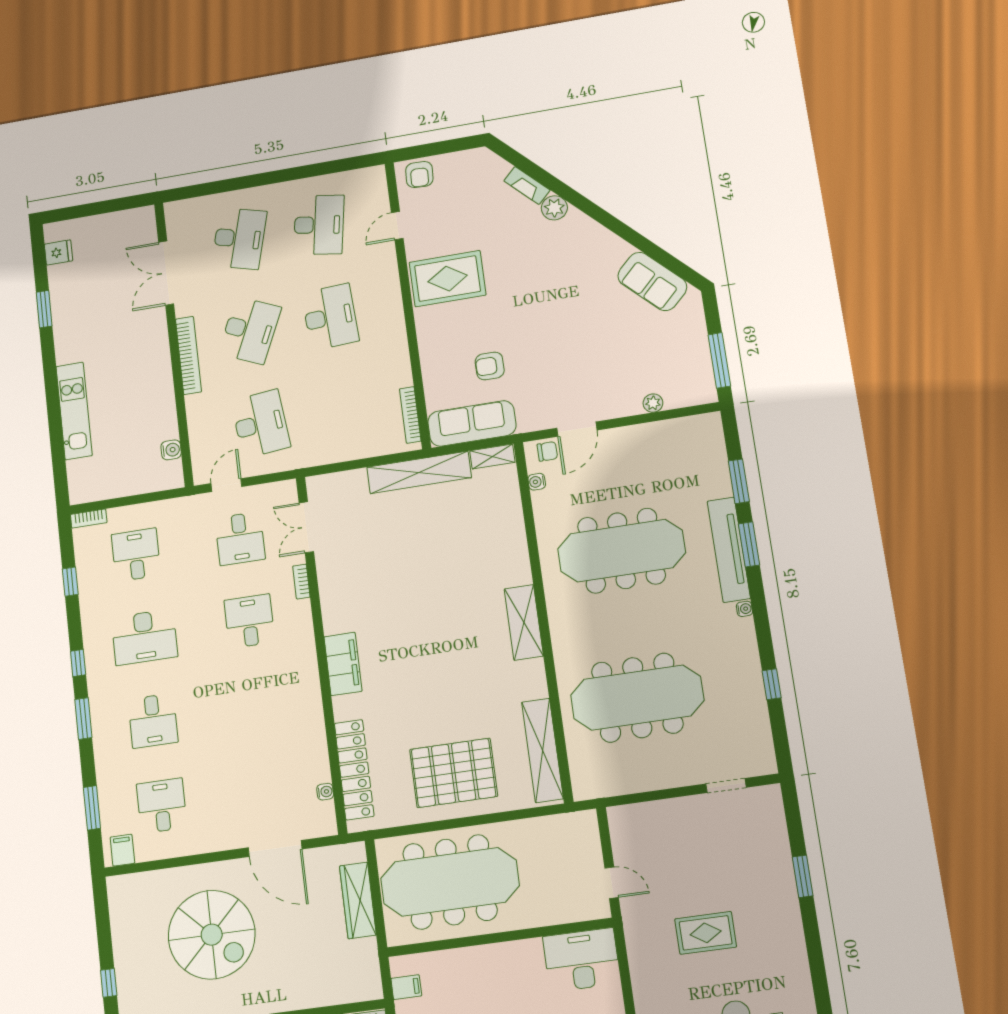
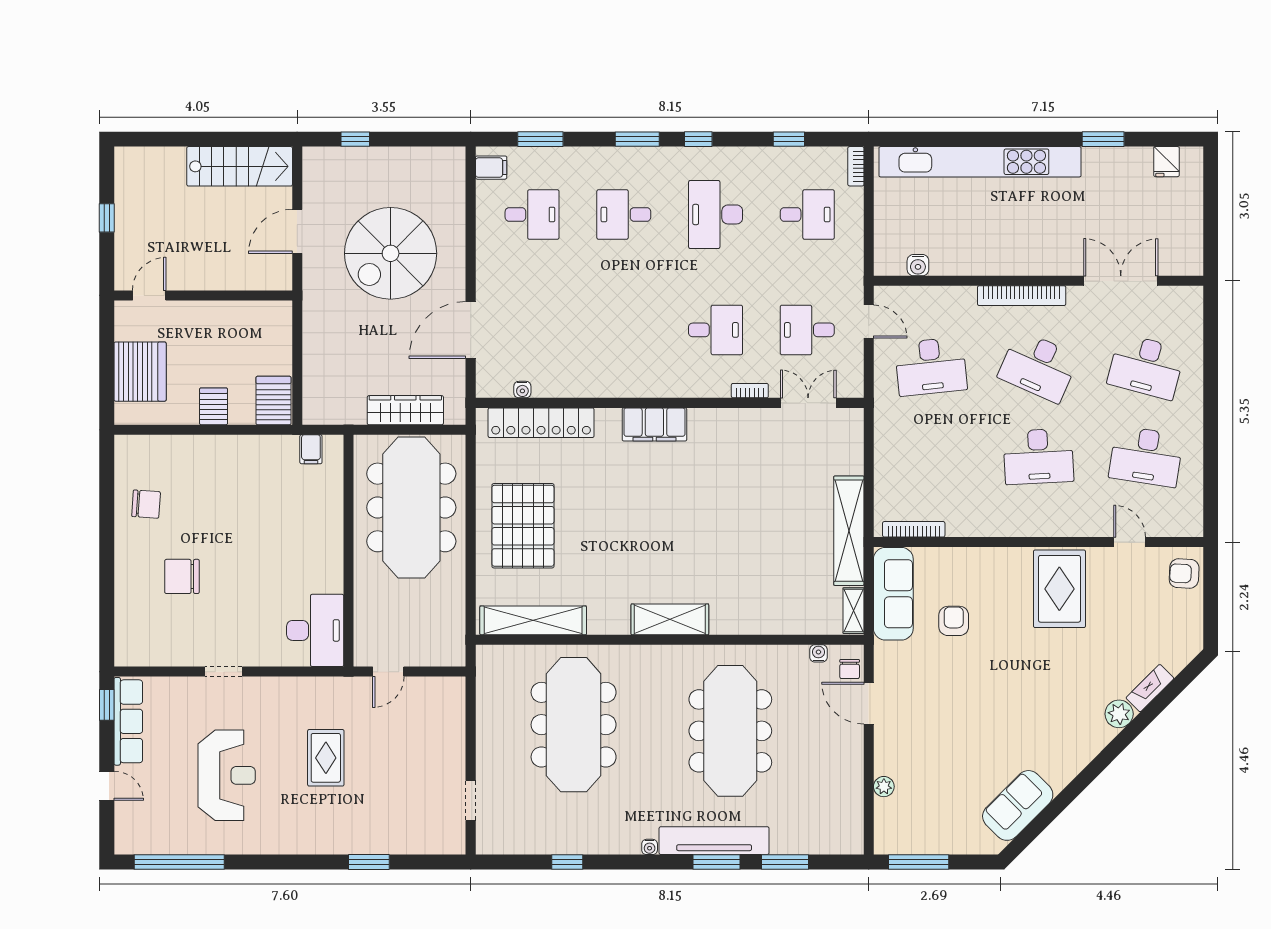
kitchen unit: (74, 411) -> (980, 162), width x1.86

